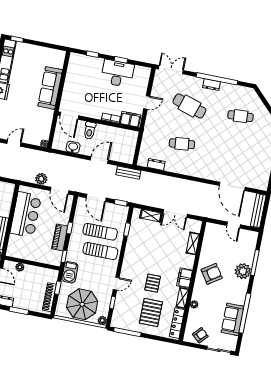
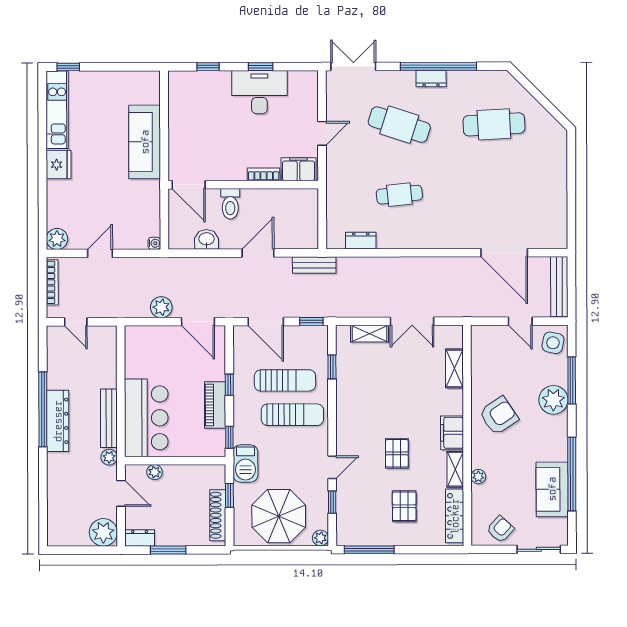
cafe table: (241, 116) -> (494, 124), width x1.37, depth x1.35
bar counter: (26, 215) -> (146, 418), moved
side table: (249, 240) -> (553, 343), added
pallet: (151, 312) -> (404, 506), width x0.67, depth x0.71

